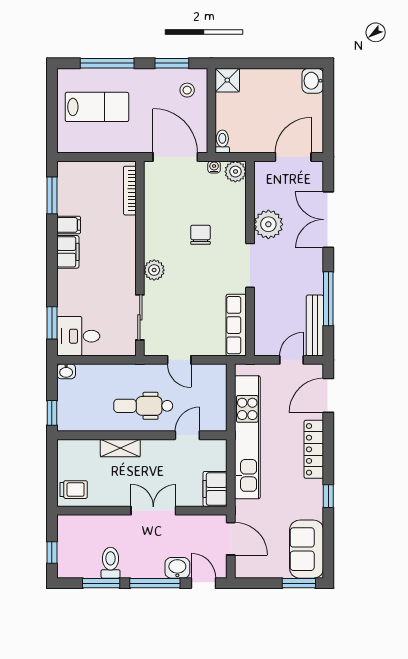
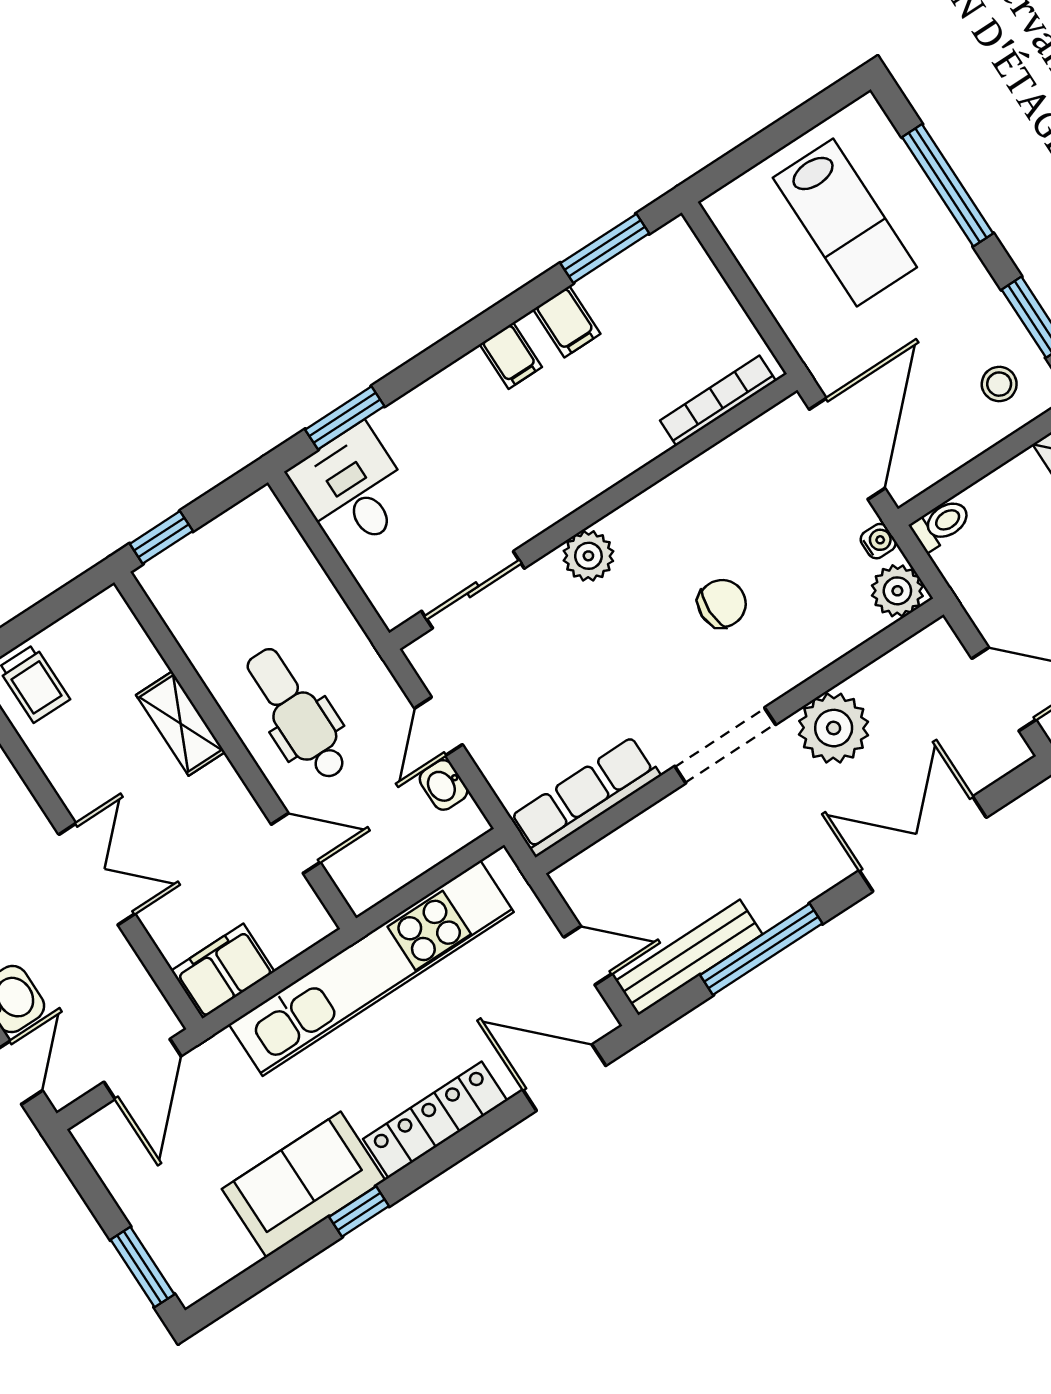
filing cabinet: (68, 252) -> (511, 356), width x0.50
washbasin: (66, 371) -> (444, 785), moved
sofa: (307, 549) -> (304, 1185), moved

